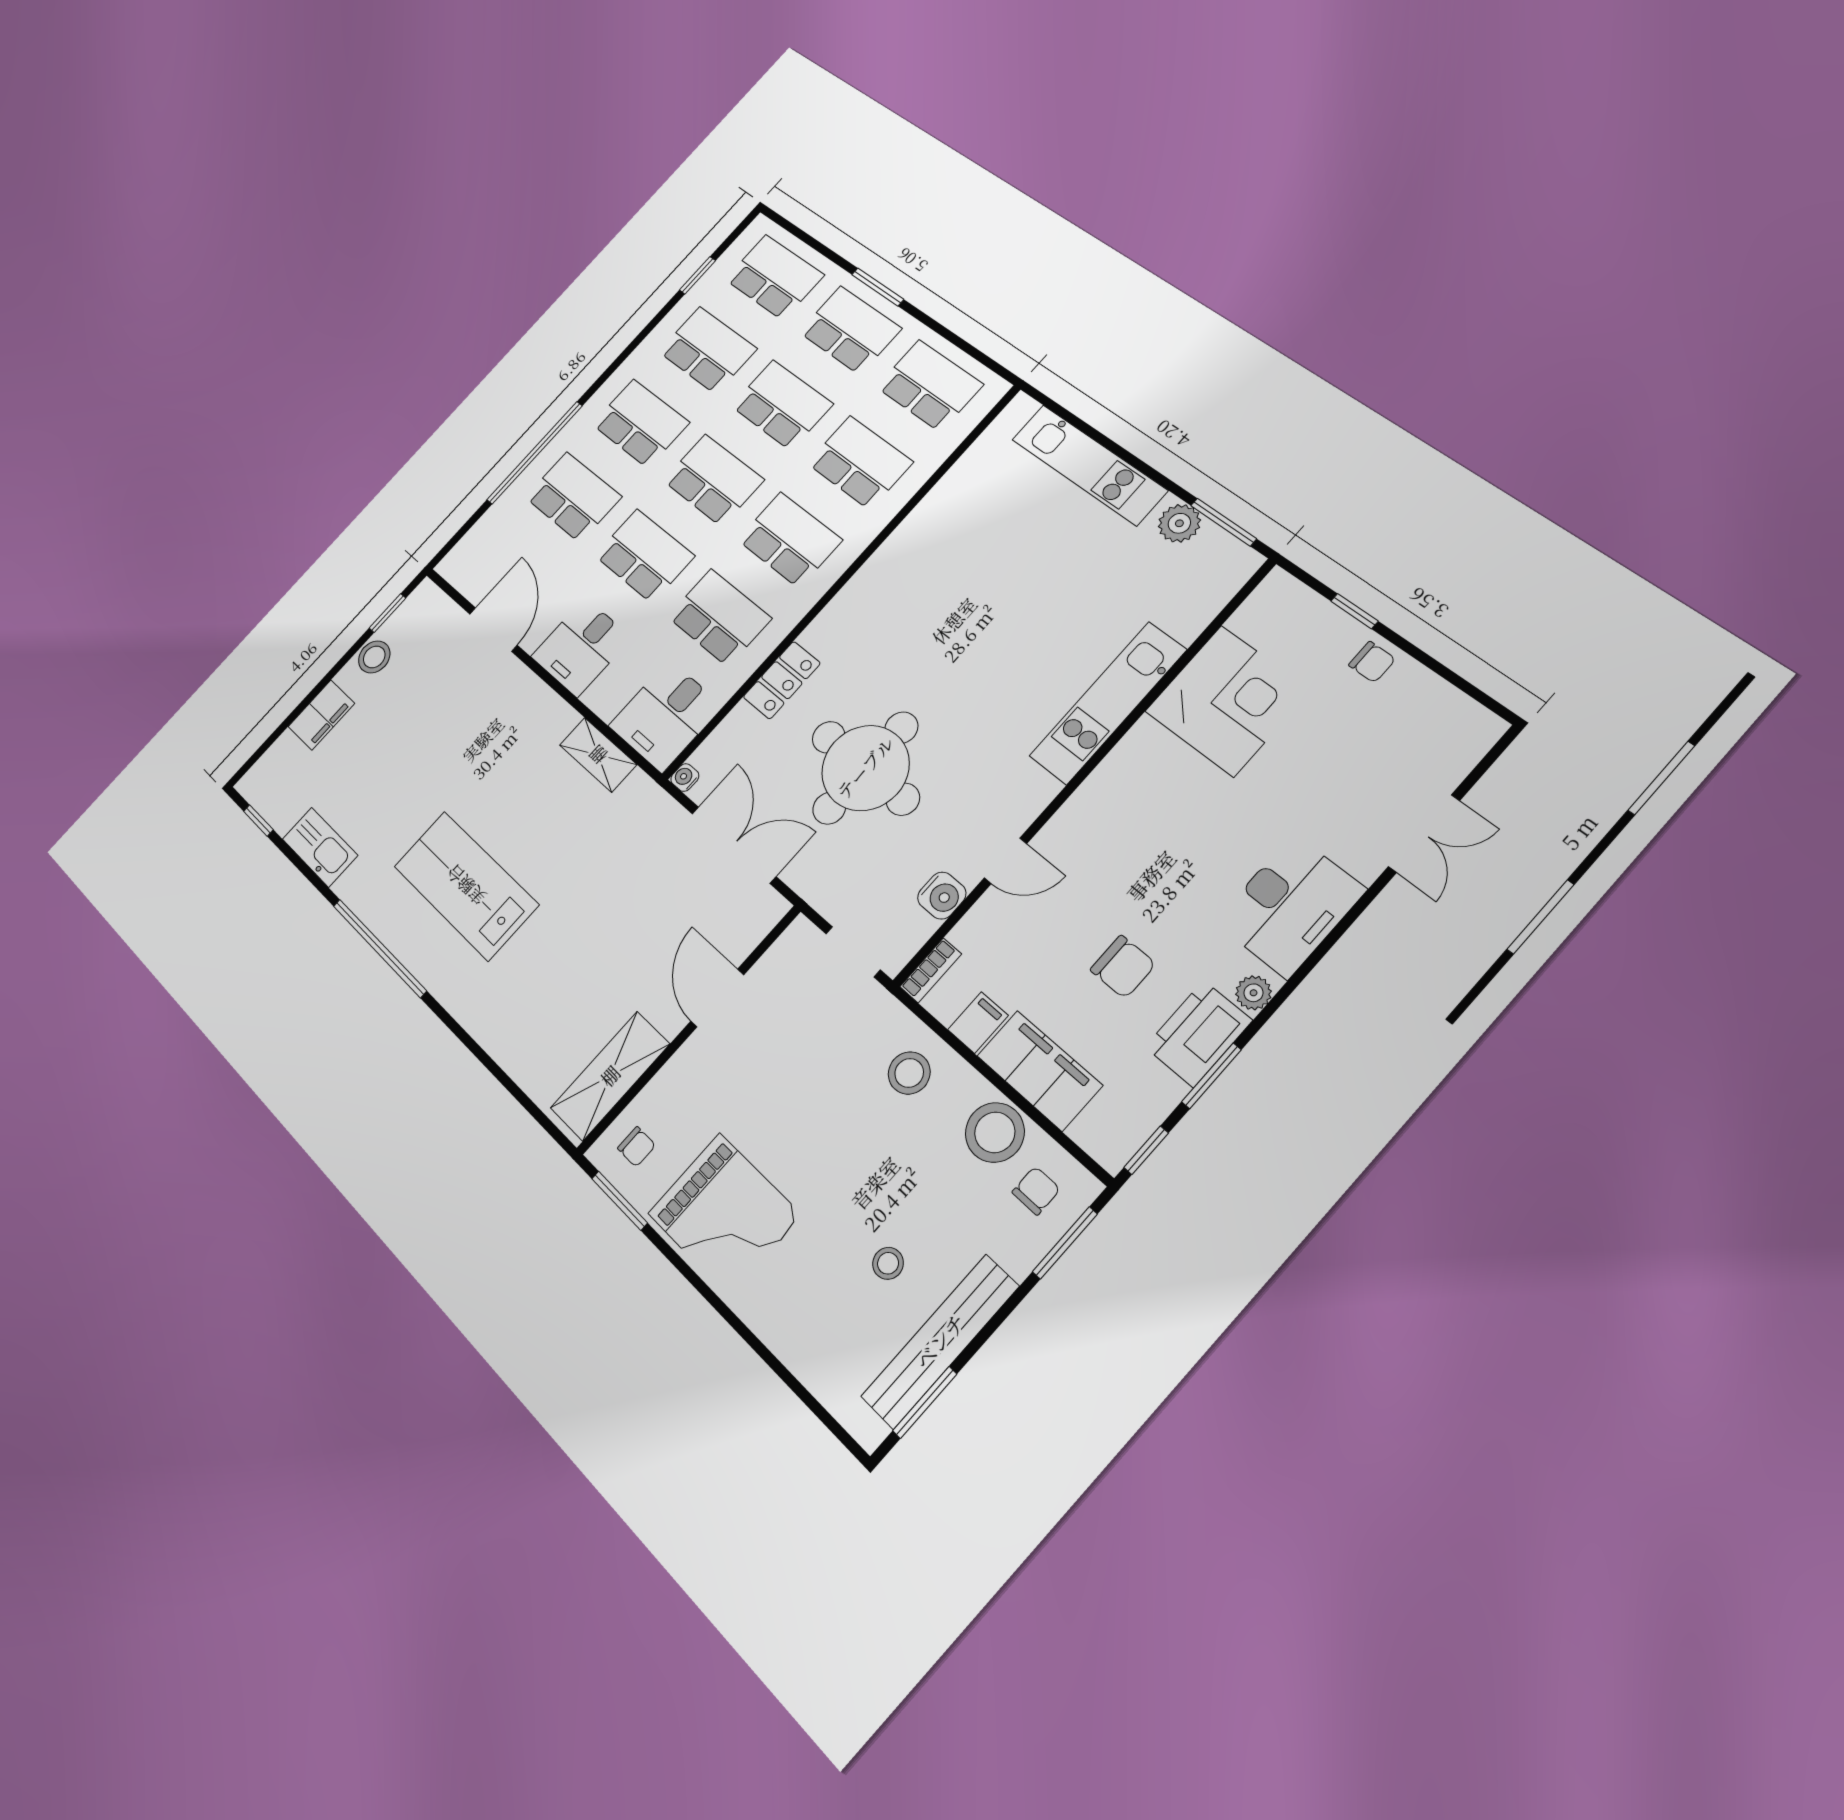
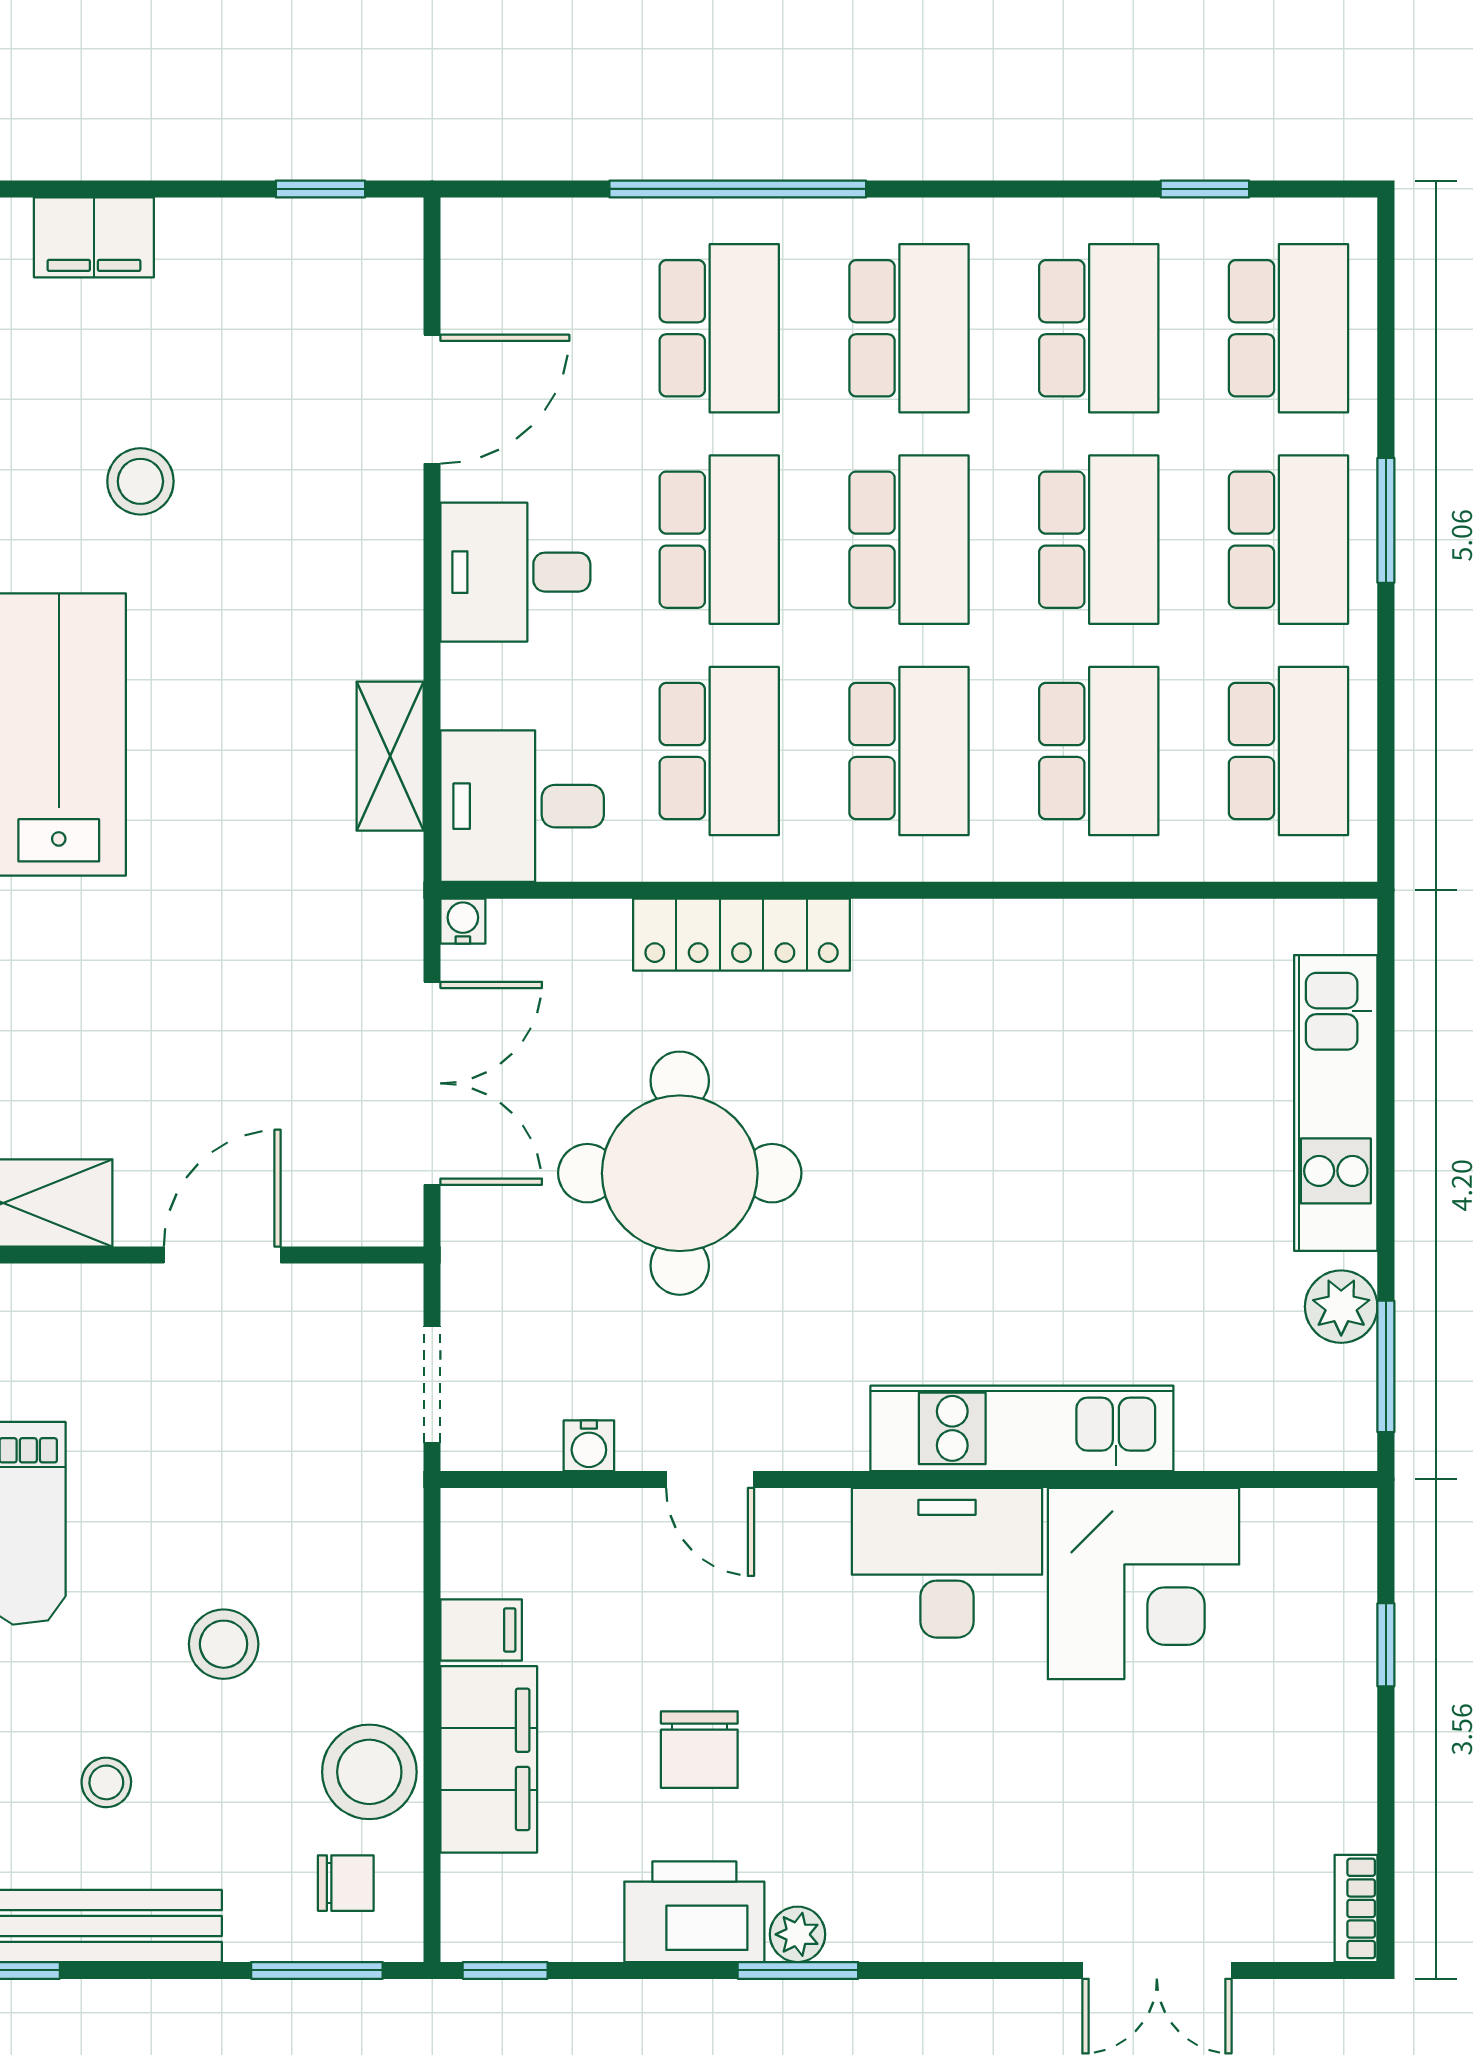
stool: (374, 657) -> (140, 481), moved
chair: (1372, 662) -> (1333, 1724), removed
locker: (782, 680) -> (742, 935), width x1.53
water cooler: (942, 896) -> (589, 1446), width x0.72, depth x0.72
desk: (1290, 906) -> (947, 1563), moved, turned 180
bookcase: (931, 970) -> (1356, 1908), moved, turned 90
stool: (909, 1073) -> (224, 1644), moved
window: (1211, 1076) -> (798, 1970), moved

